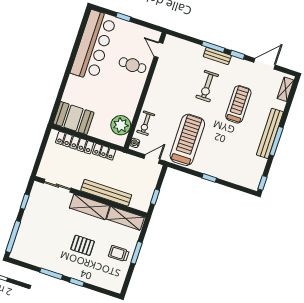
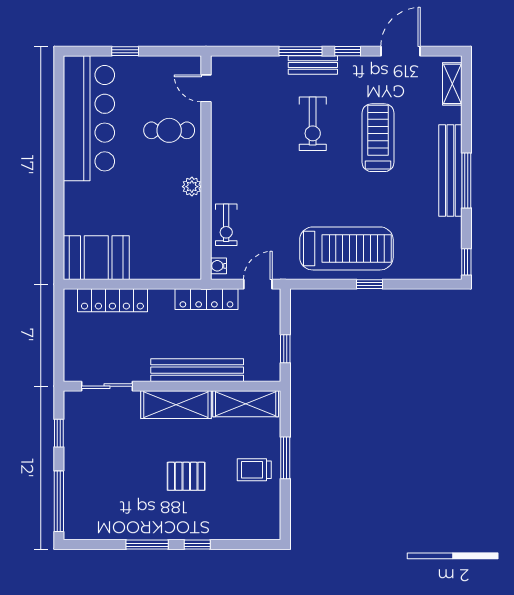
plant: (121, 125) -> (192, 187), moved, width x0.53, depth x0.53
treadmill: (187, 140) -> (346, 248), moved, turned 90
locker: (104, 152) -> (206, 299), moved, width x1.53

